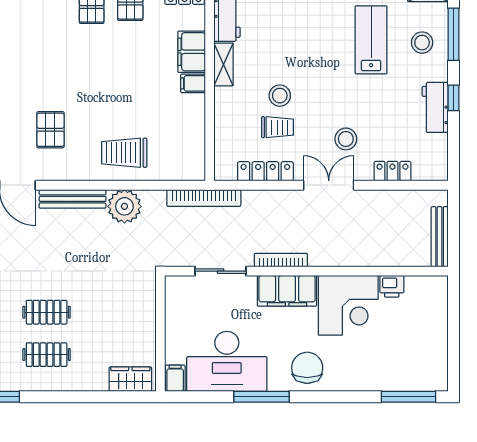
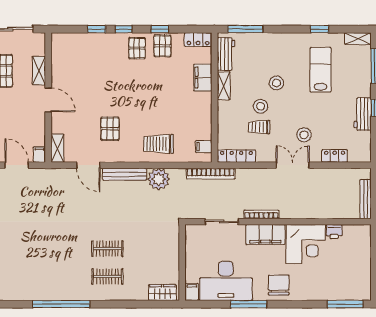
stool: (422, 43) -> (276, 83), moved
filing cabinet: (193, 83) -> (204, 146), moved
trolley: (278, 127) -> (259, 127), turned 180
locker: (265, 171) -> (236, 156), moved

